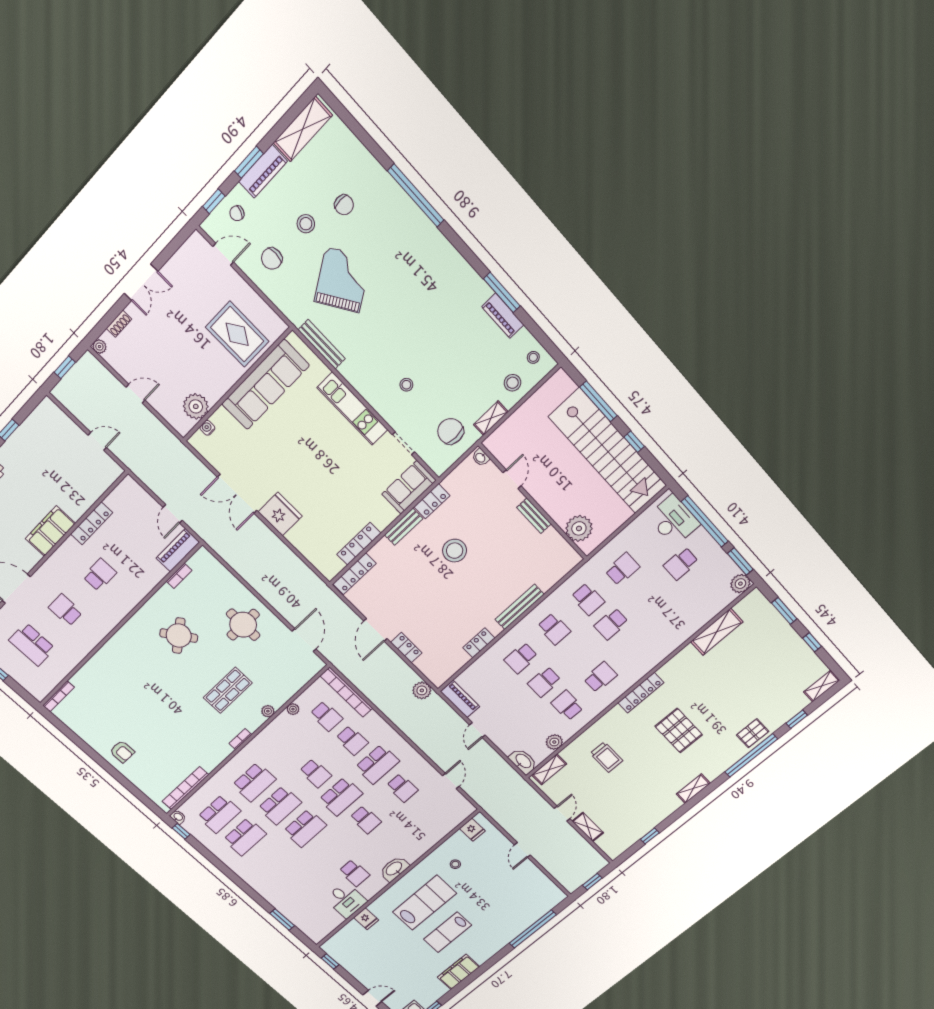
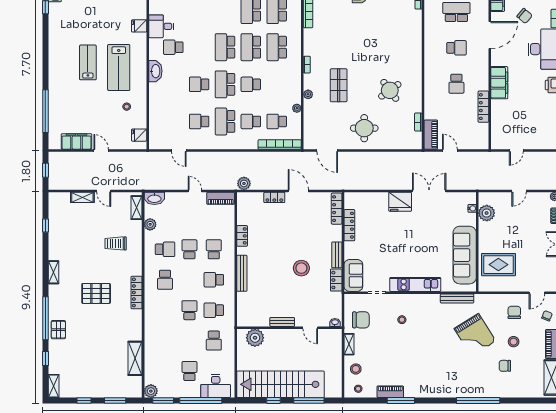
filing cabinet: (458, 972) -> (76, 141), moved, turned -90

